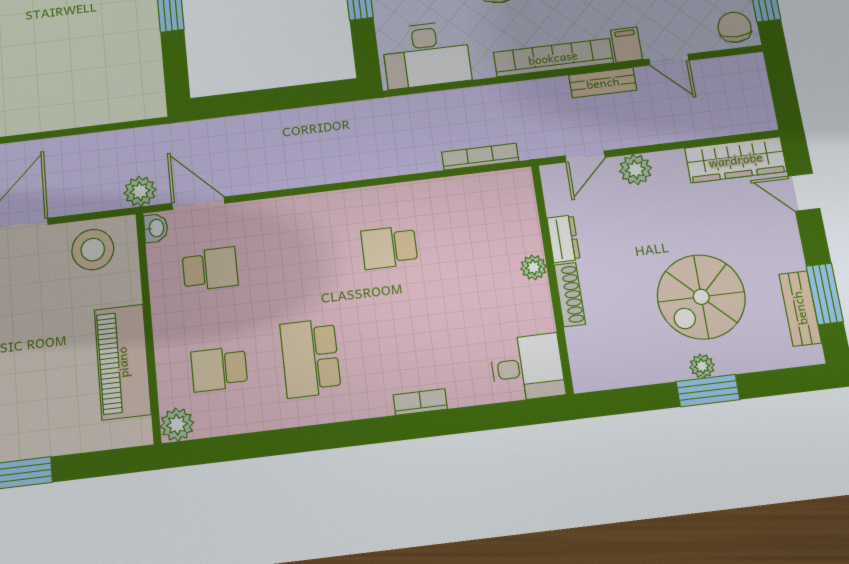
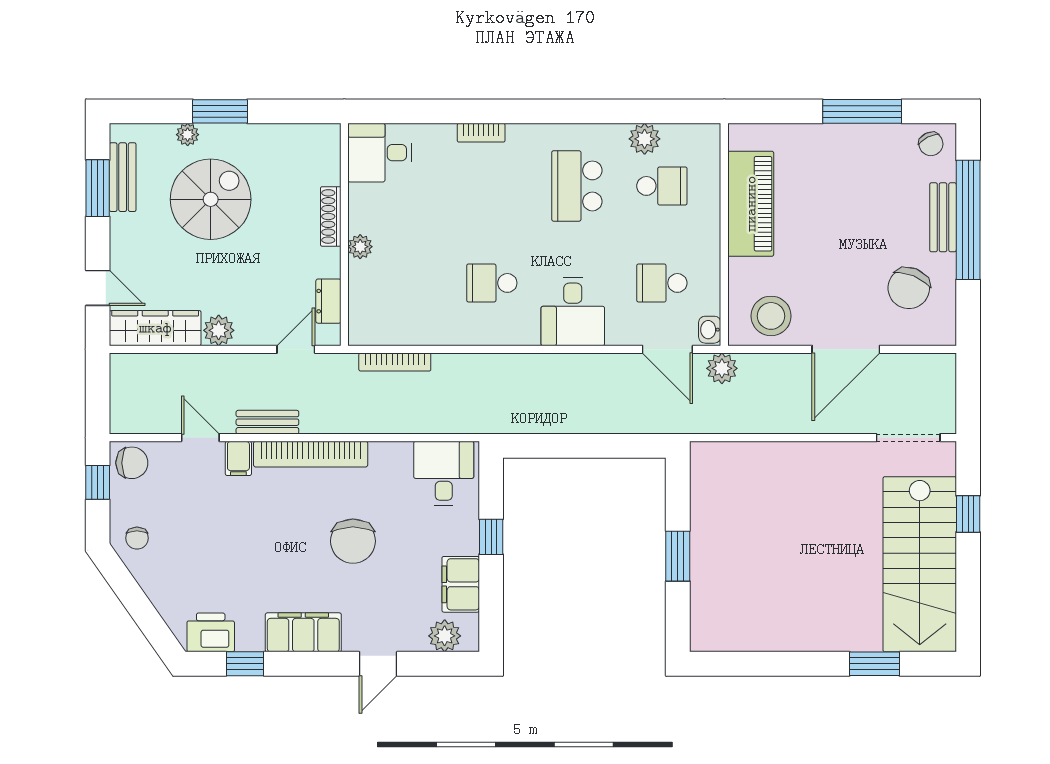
chair: (735, 27) -> (132, 463), turned -90
desk: (426, 55) -> (444, 473), width x0.73
plant: (635, 170) -> (219, 330), moved
desk: (301, 229) -> (573, 312), added
dresser: (563, 239) -> (328, 301), moved
school desk: (389, 247) -> (492, 283), turned 180
school desk: (310, 358) -> (577, 186), turned 180
plant: (702, 366) -> (188, 135), moved
plant: (177, 425) -> (645, 139), moved

